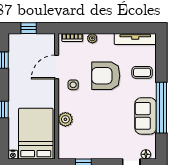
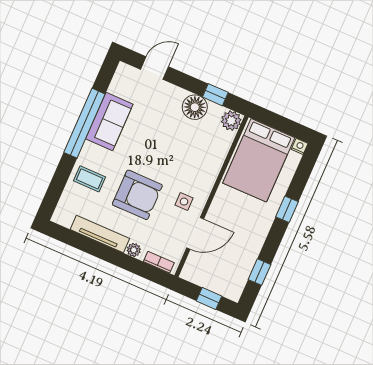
tv unit: (135, 39) -> (100, 234), moved
plant: (65, 119) -> (231, 121), moved
floor lamp: (146, 154) -> (195, 107), moved, width x1.89, depth x1.89

